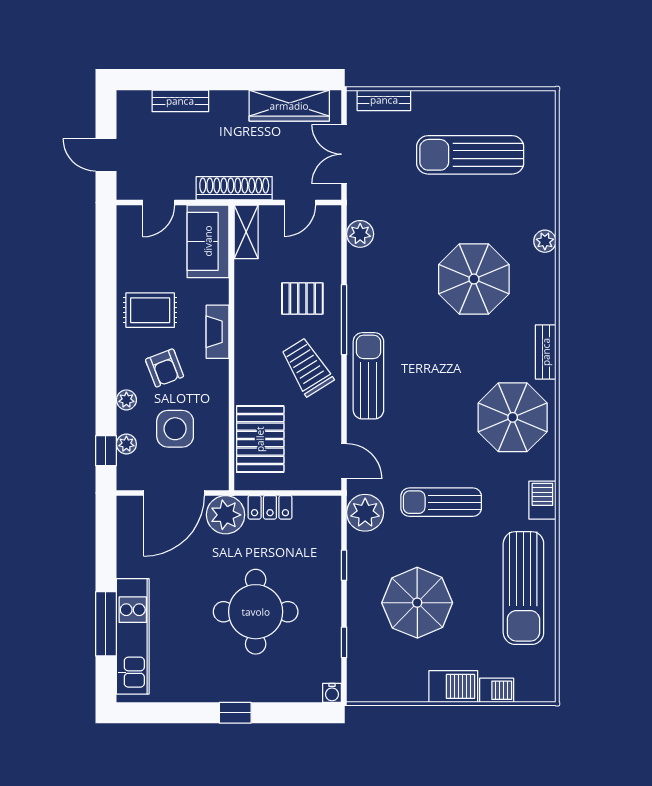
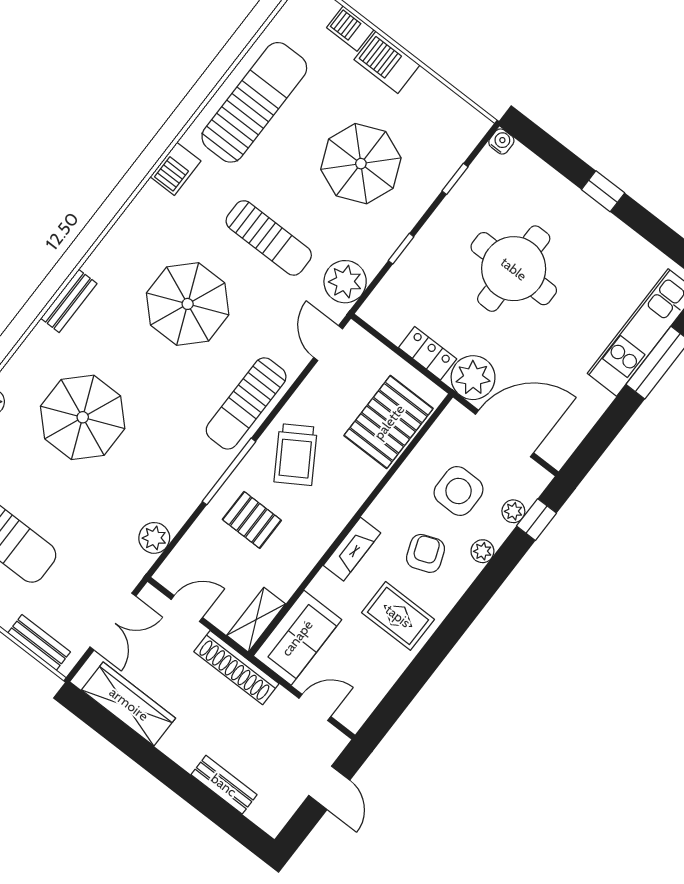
parasol: (513, 417) -> (188, 304), moved

